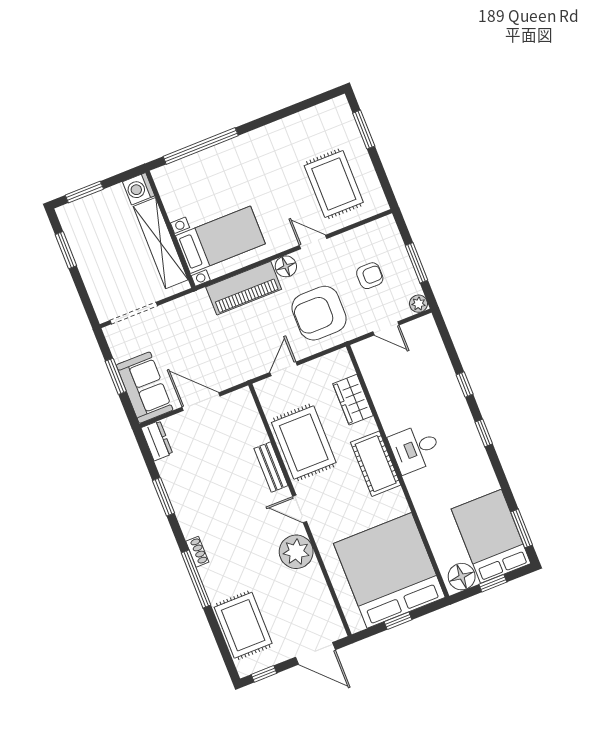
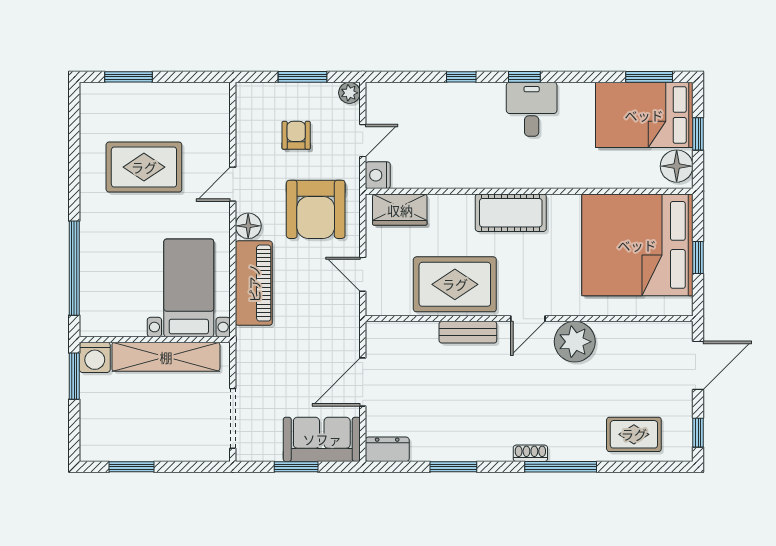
rug: (334, 184) -> (144, 167), moved
window: (84, 192) -> (74, 376), moved
nightstand: (364, 350) -> (378, 175), added
wardrobe: (353, 400) -> (400, 210), moved
desk: (415, 448) -> (532, 109), moved, turned 180
rug: (243, 625) -> (634, 434), width x0.73, depth x0.70

